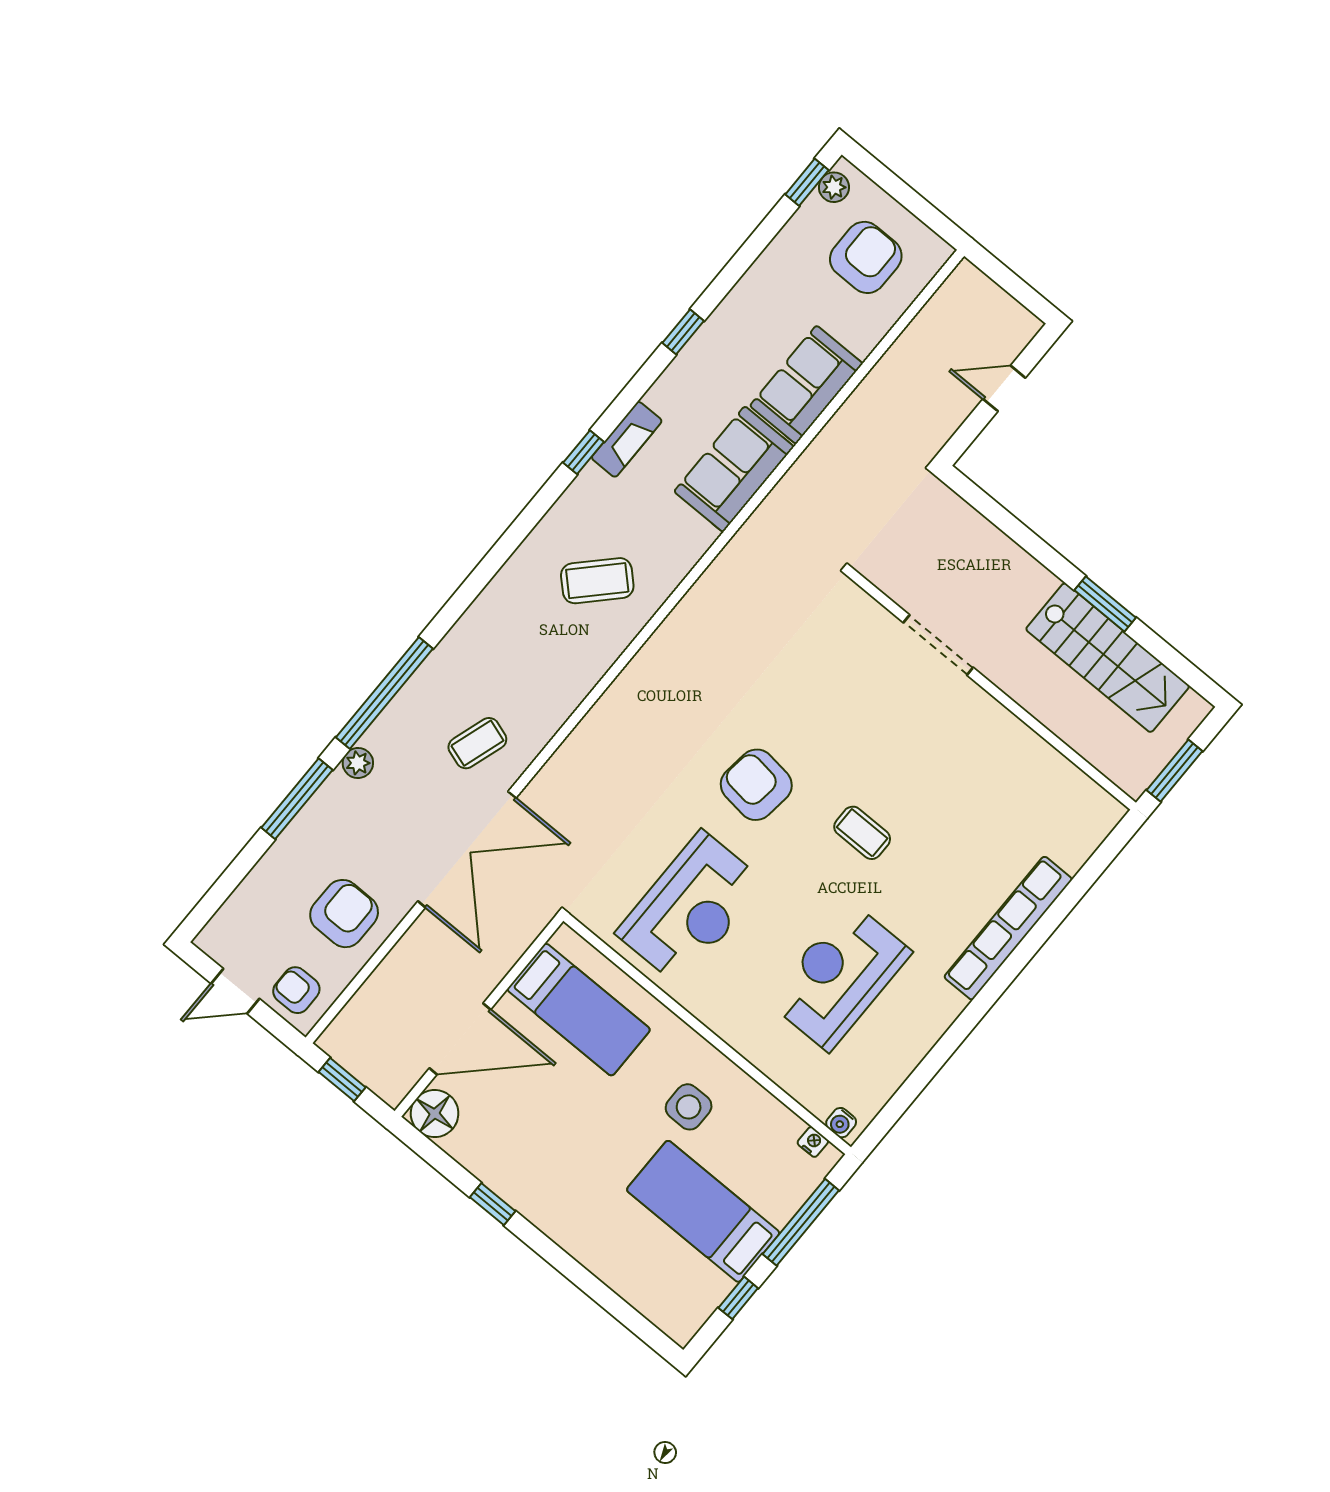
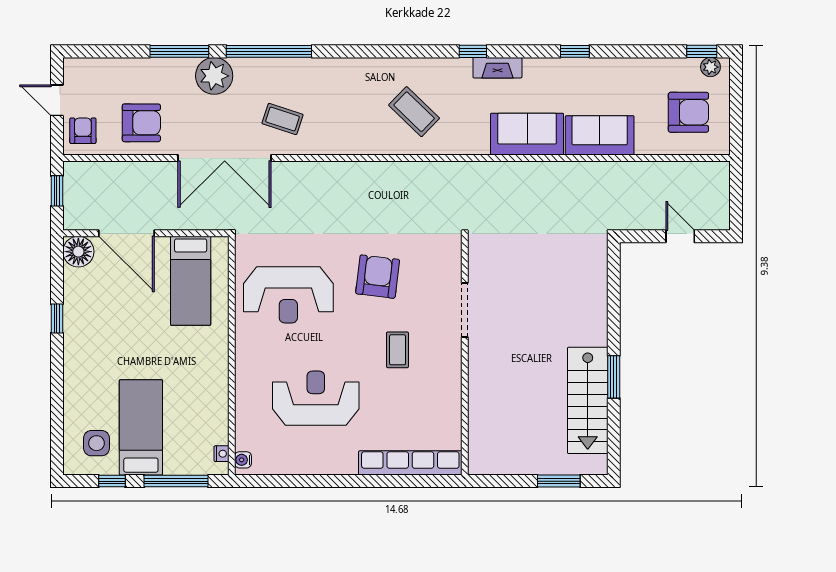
doorway: (938, 645) -> (465, 310), moved
wall: (992, 690) -> (465, 356), moved
plant: (358, 763) -> (214, 76), width x1.88, depth x1.88
side table: (689, 1107) -> (97, 443), moved

